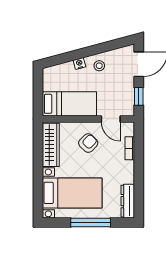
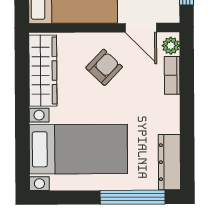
plant: (129, 130) -> (171, 46), added
window: (91, 222) -> (133, 197), moved

